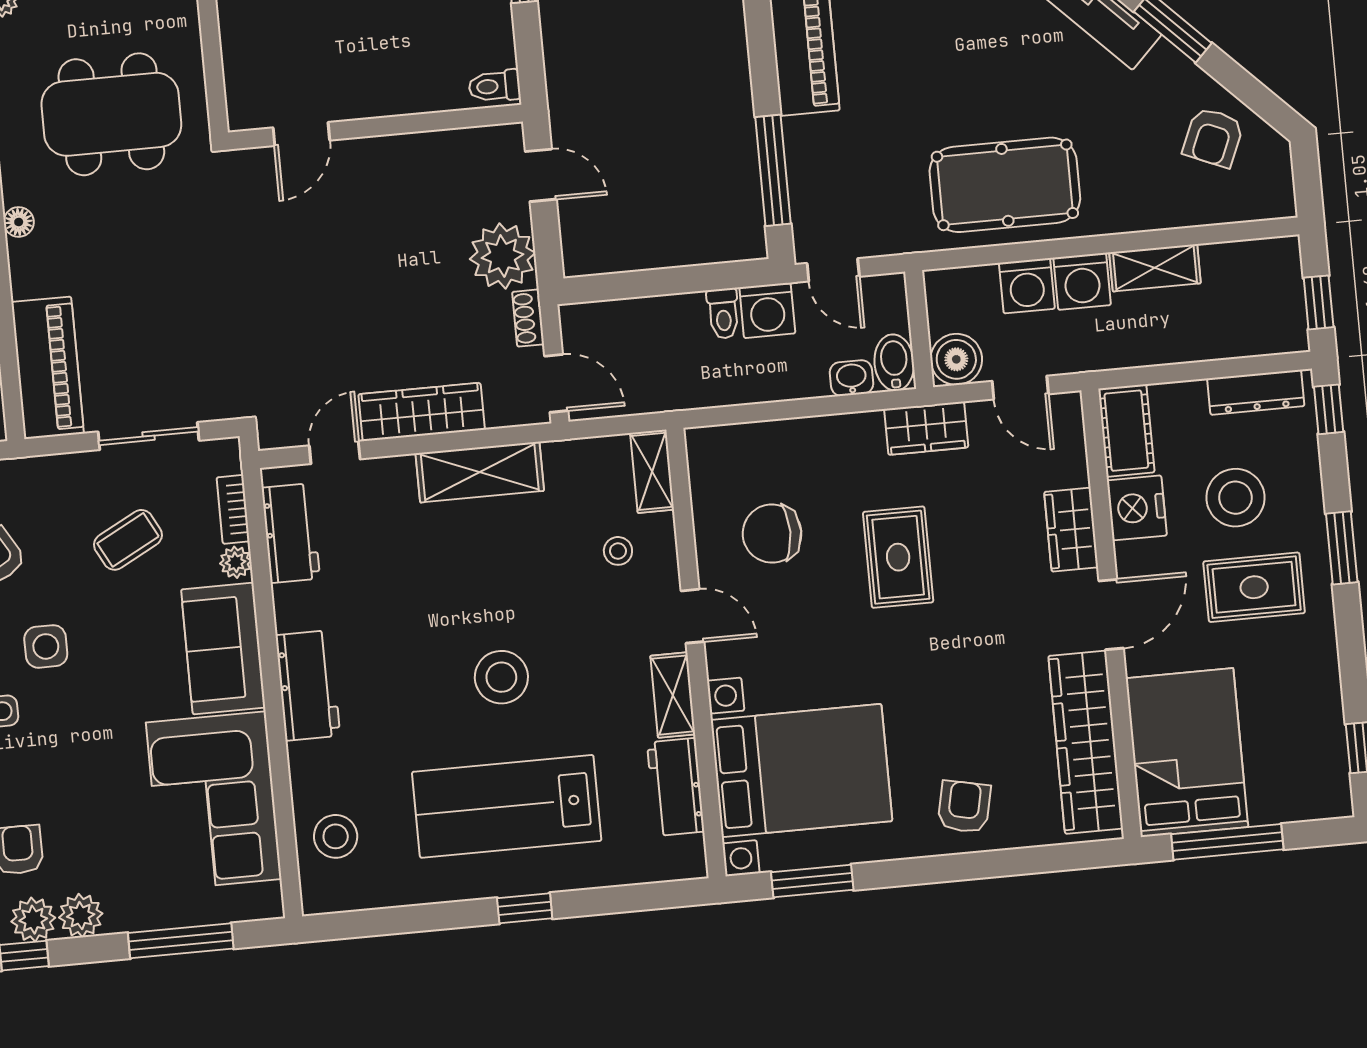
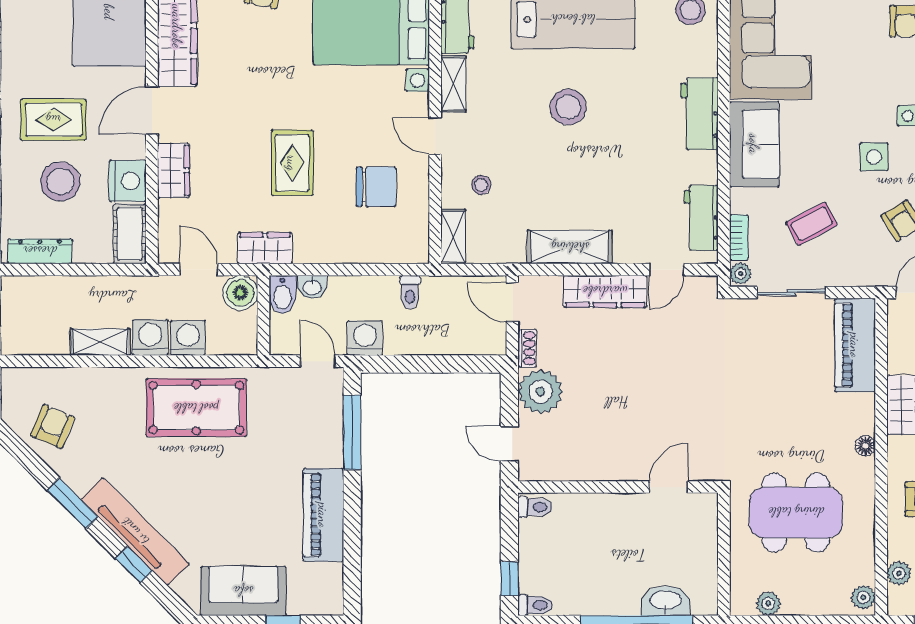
toilet: (723, 314) -> (410, 292), moved, turned 180
plant: (236, 562) -> (740, 273), moved

